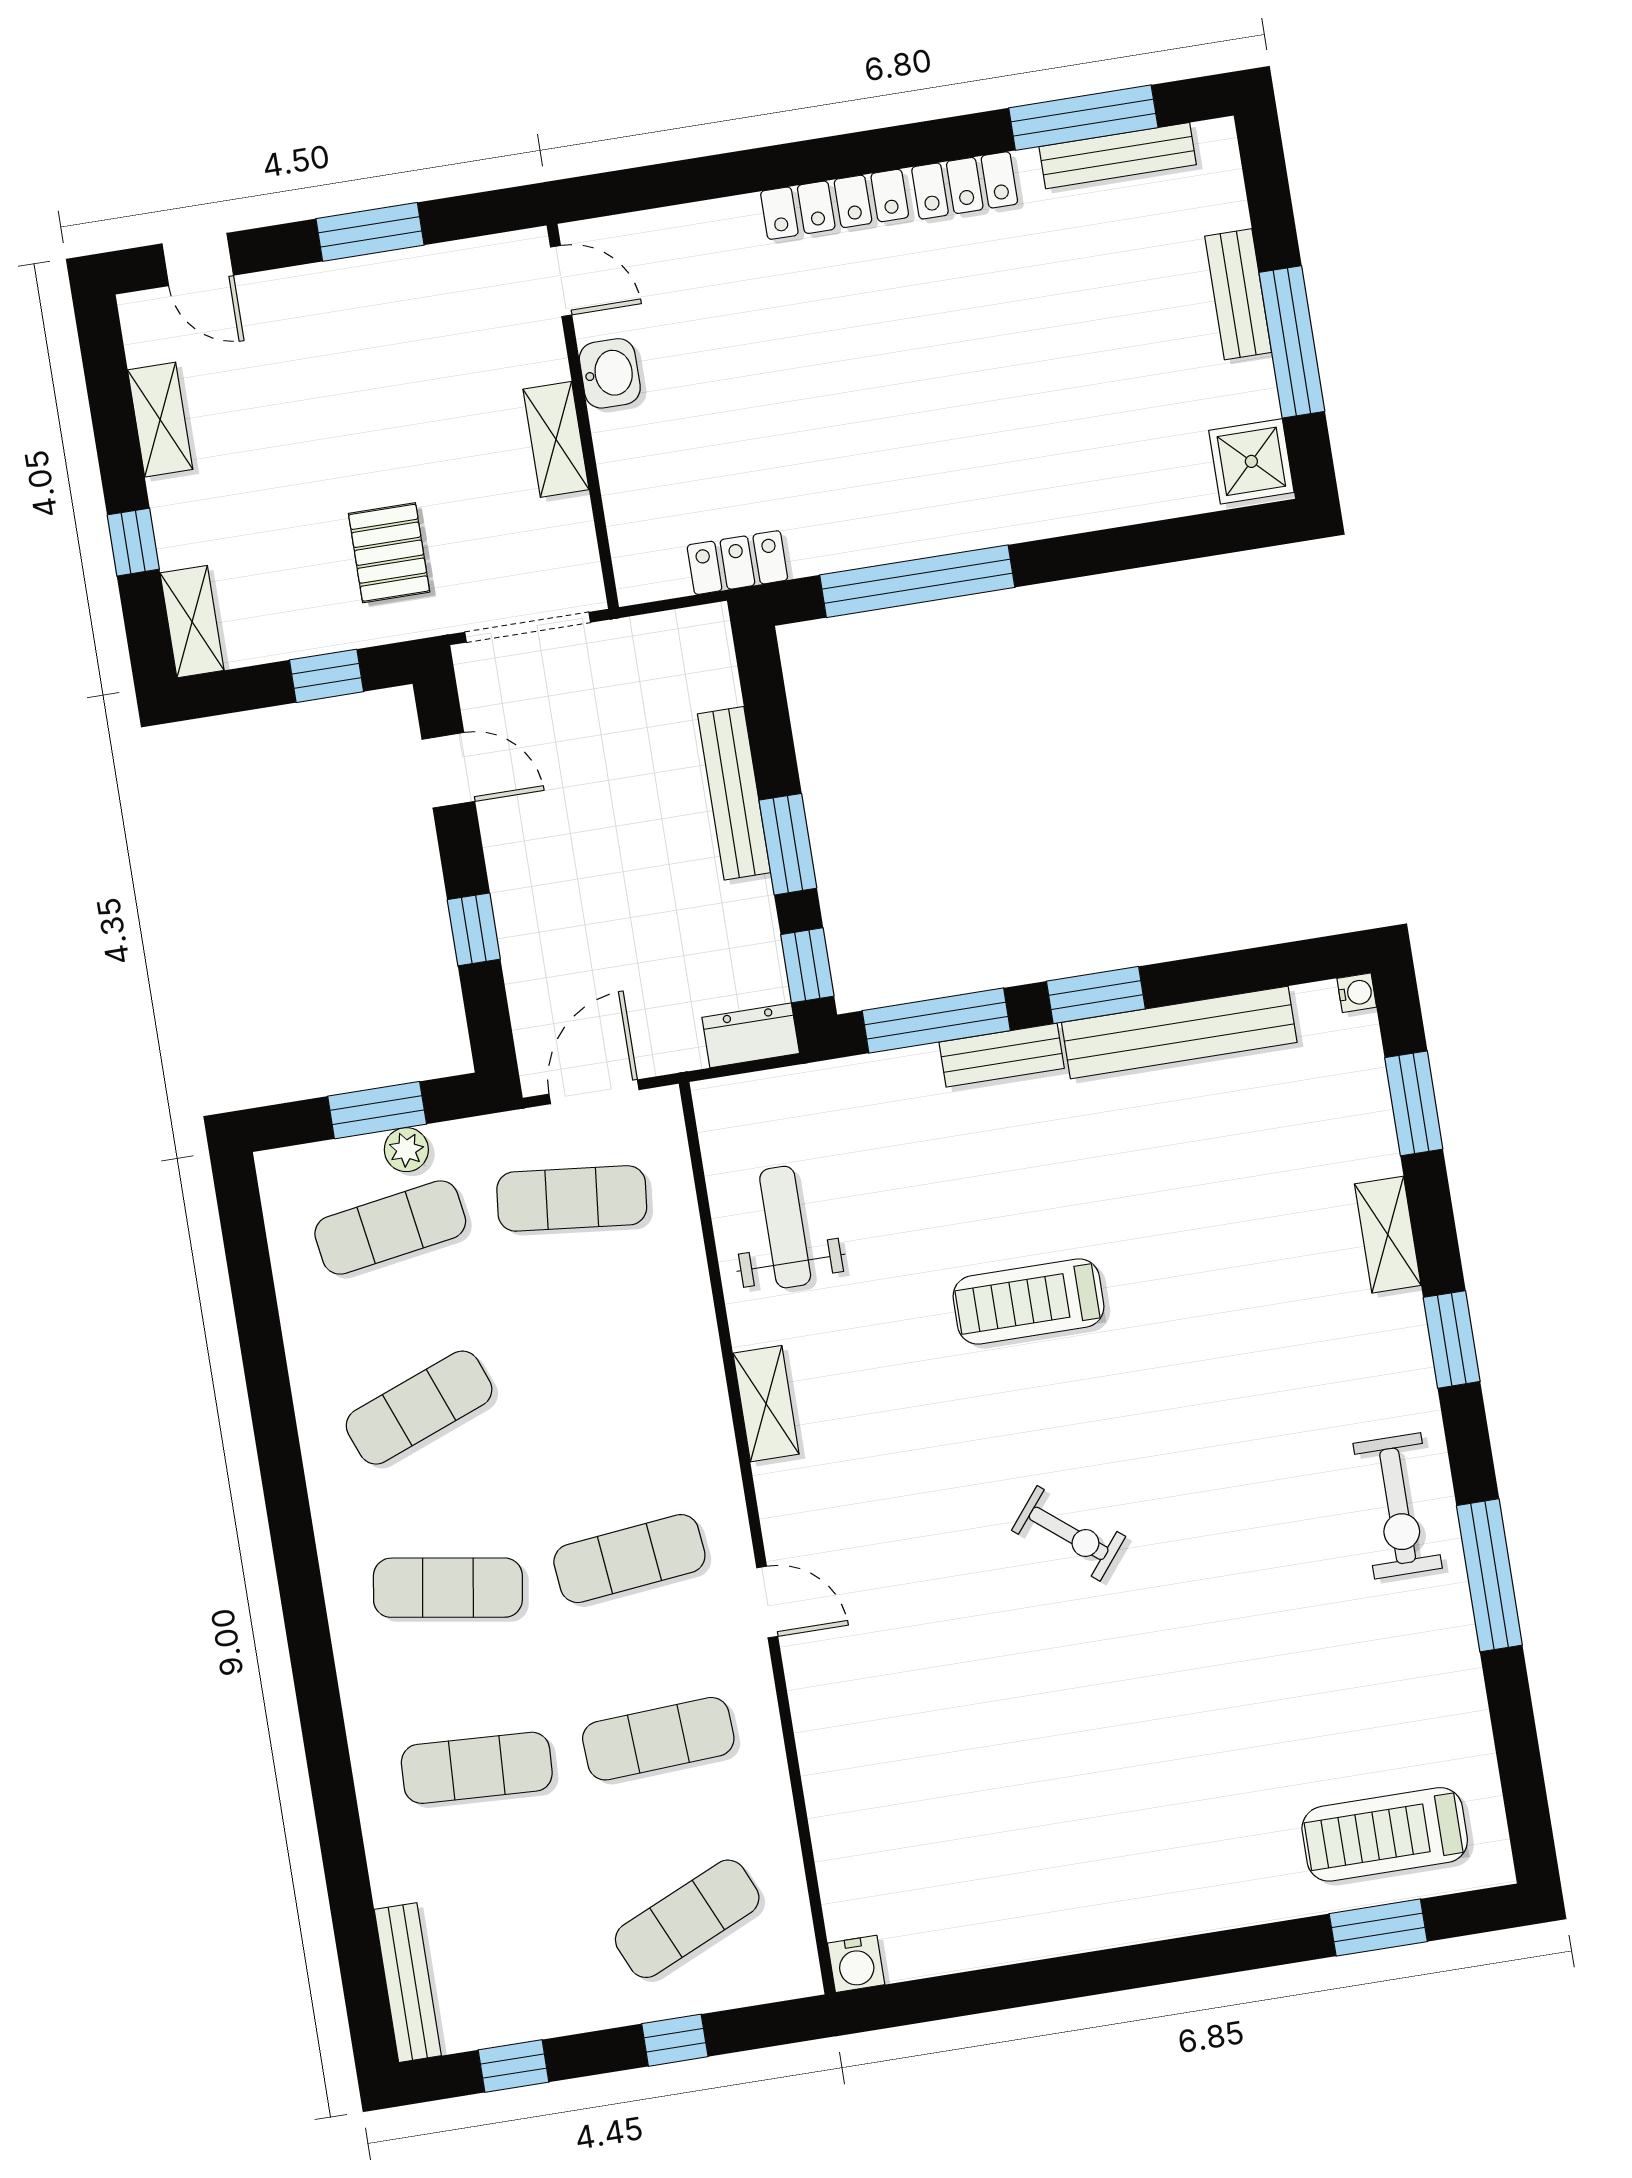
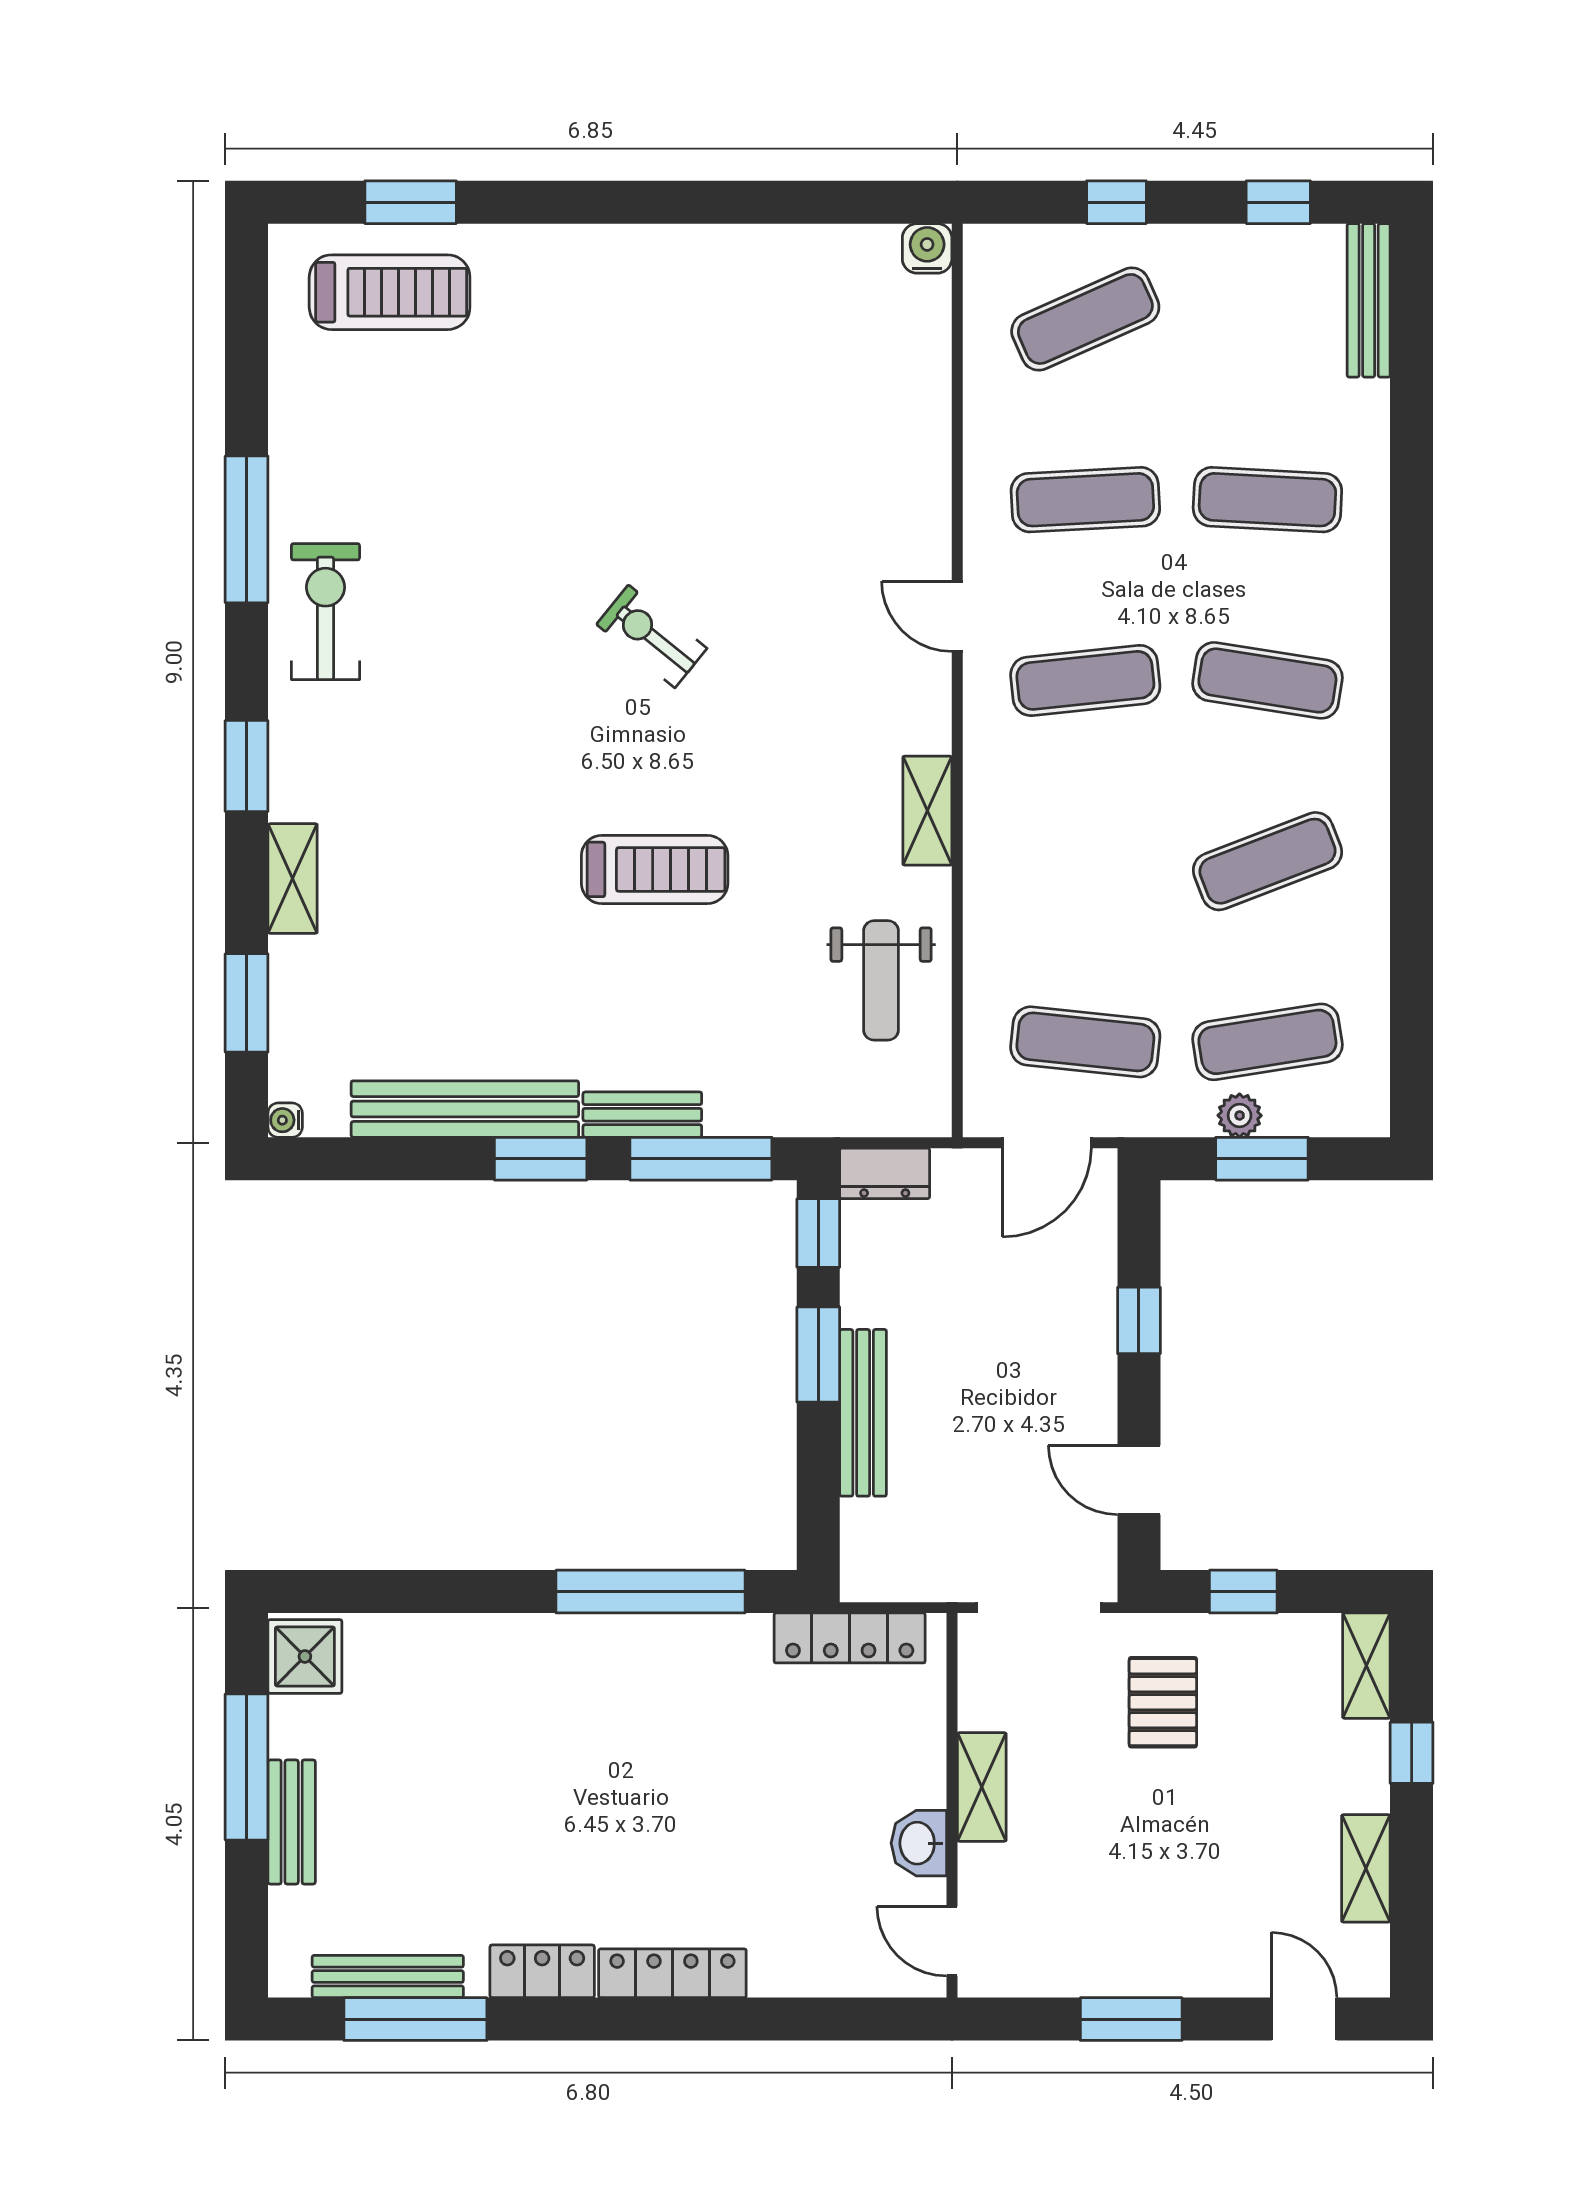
locker: (737, 563) -> (850, 1638), width x1.53

